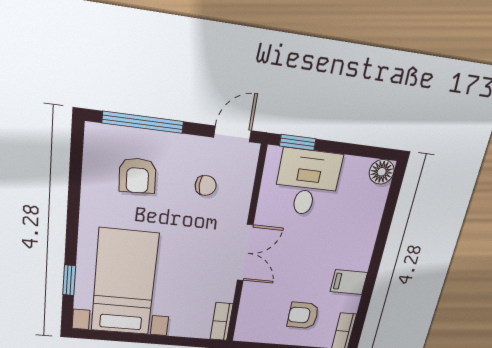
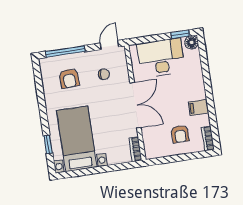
window: (298, 142) -> (180, 34), moved
desk: (307, 183) -> (161, 58), width x1.37
double door: (245, 253) -> (135, 105), width x1.37
armchair: (303, 315) -> (180, 134), turned -90

